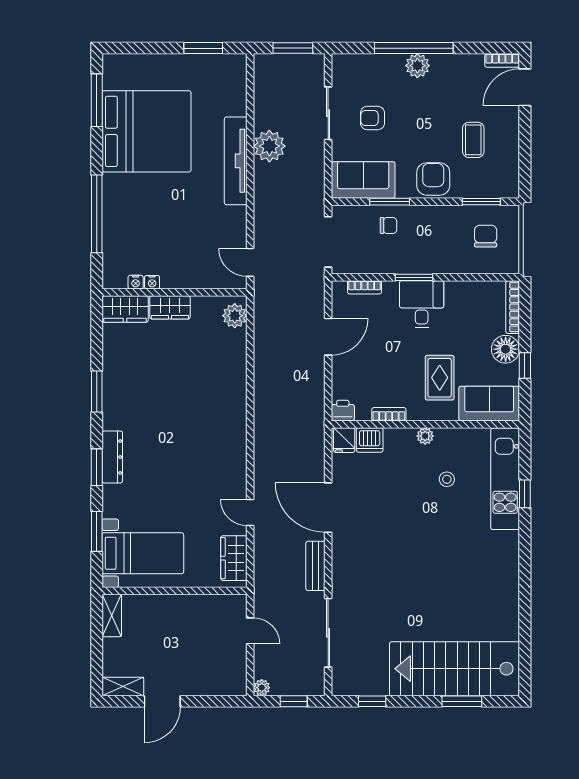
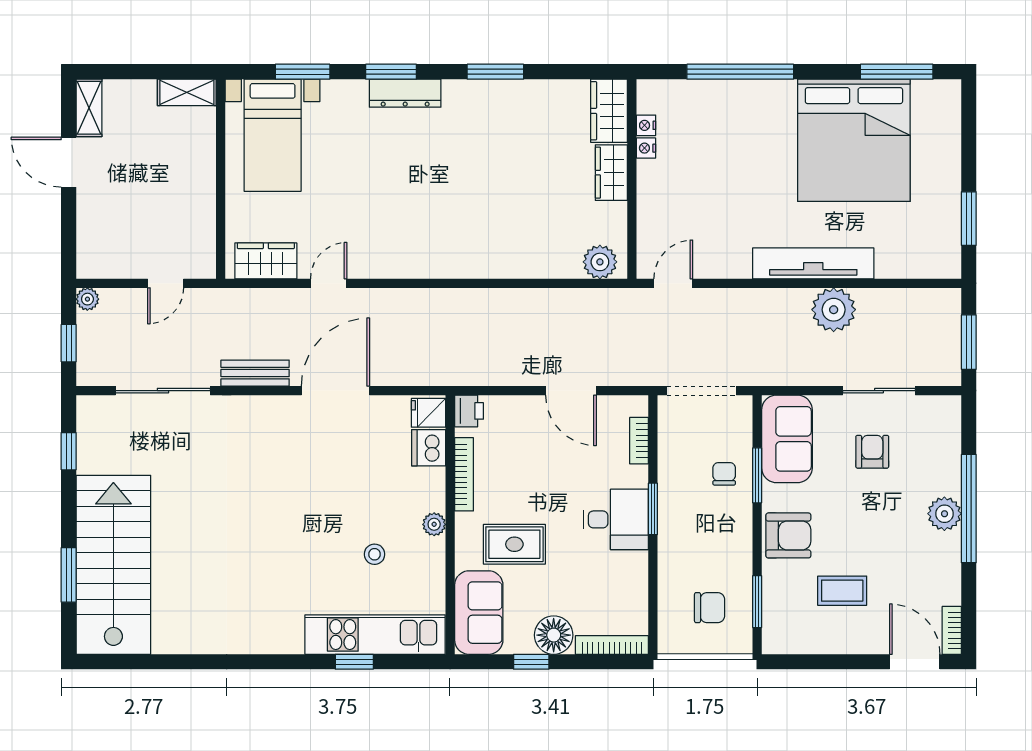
chair: (389, 226) -> (724, 474), turned 180
bookcase: (389, 414) -> (464, 474), width x1.56

